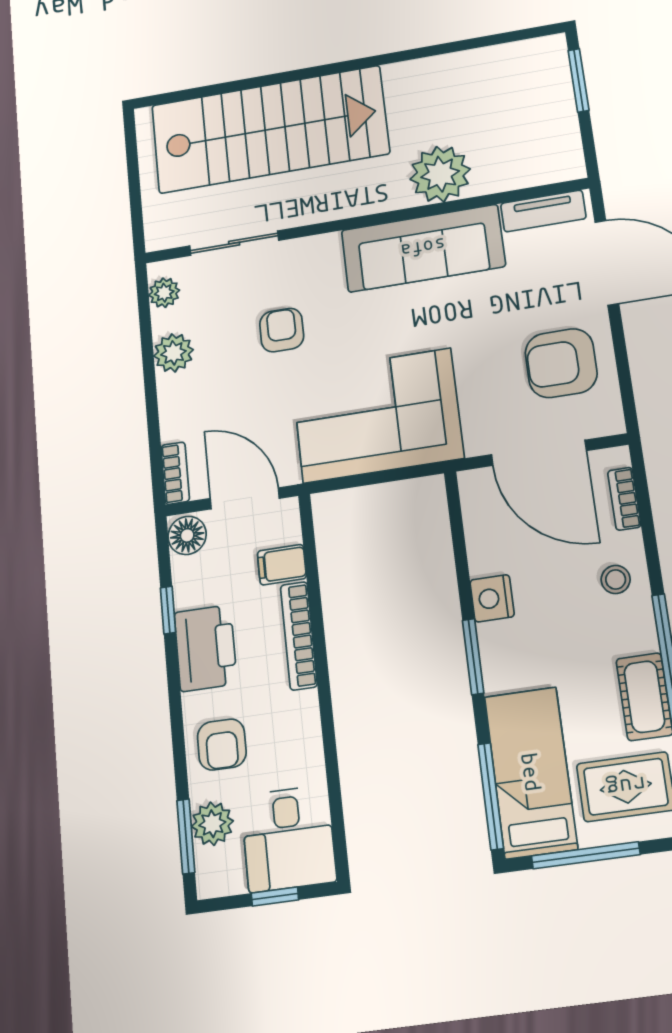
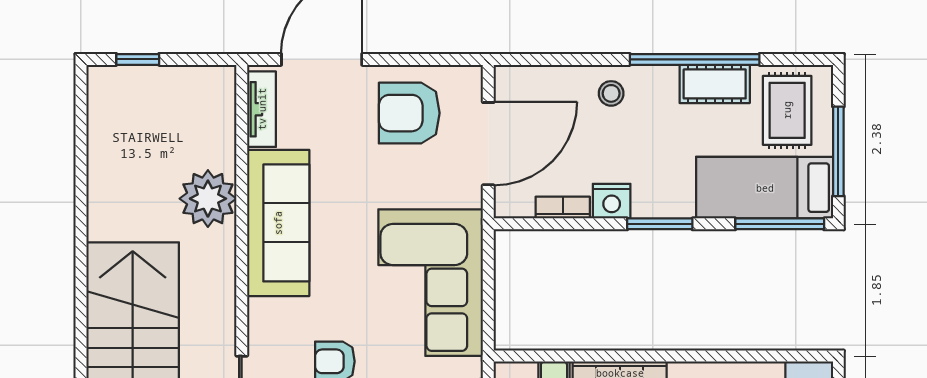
window: (579, 80) -> (138, 59), width x0.67
armchair: (561, 363) -> (409, 113), turned 90
bookcase: (624, 499) -> (563, 208), moved, turned 180

